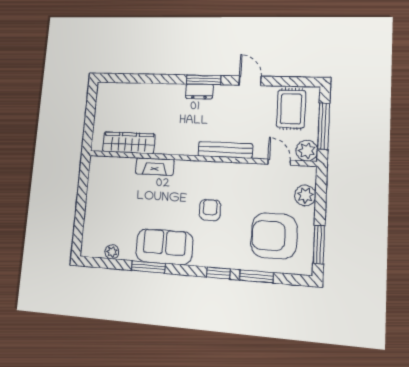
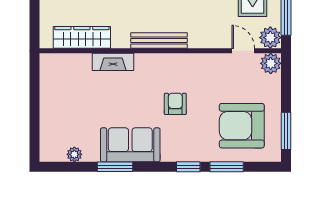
bench: (225, 150) -> (159, 41), moved
plant: (305, 195) -> (271, 63), moved

